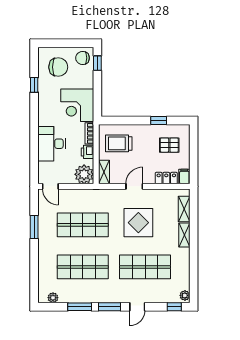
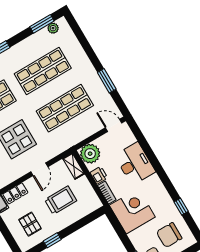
trolley: (119, 143) -> (61, 200), moved
pallet: (169, 145) -> (30, 224), turned 90
window: (80, 307) -> (42, 24), moved

